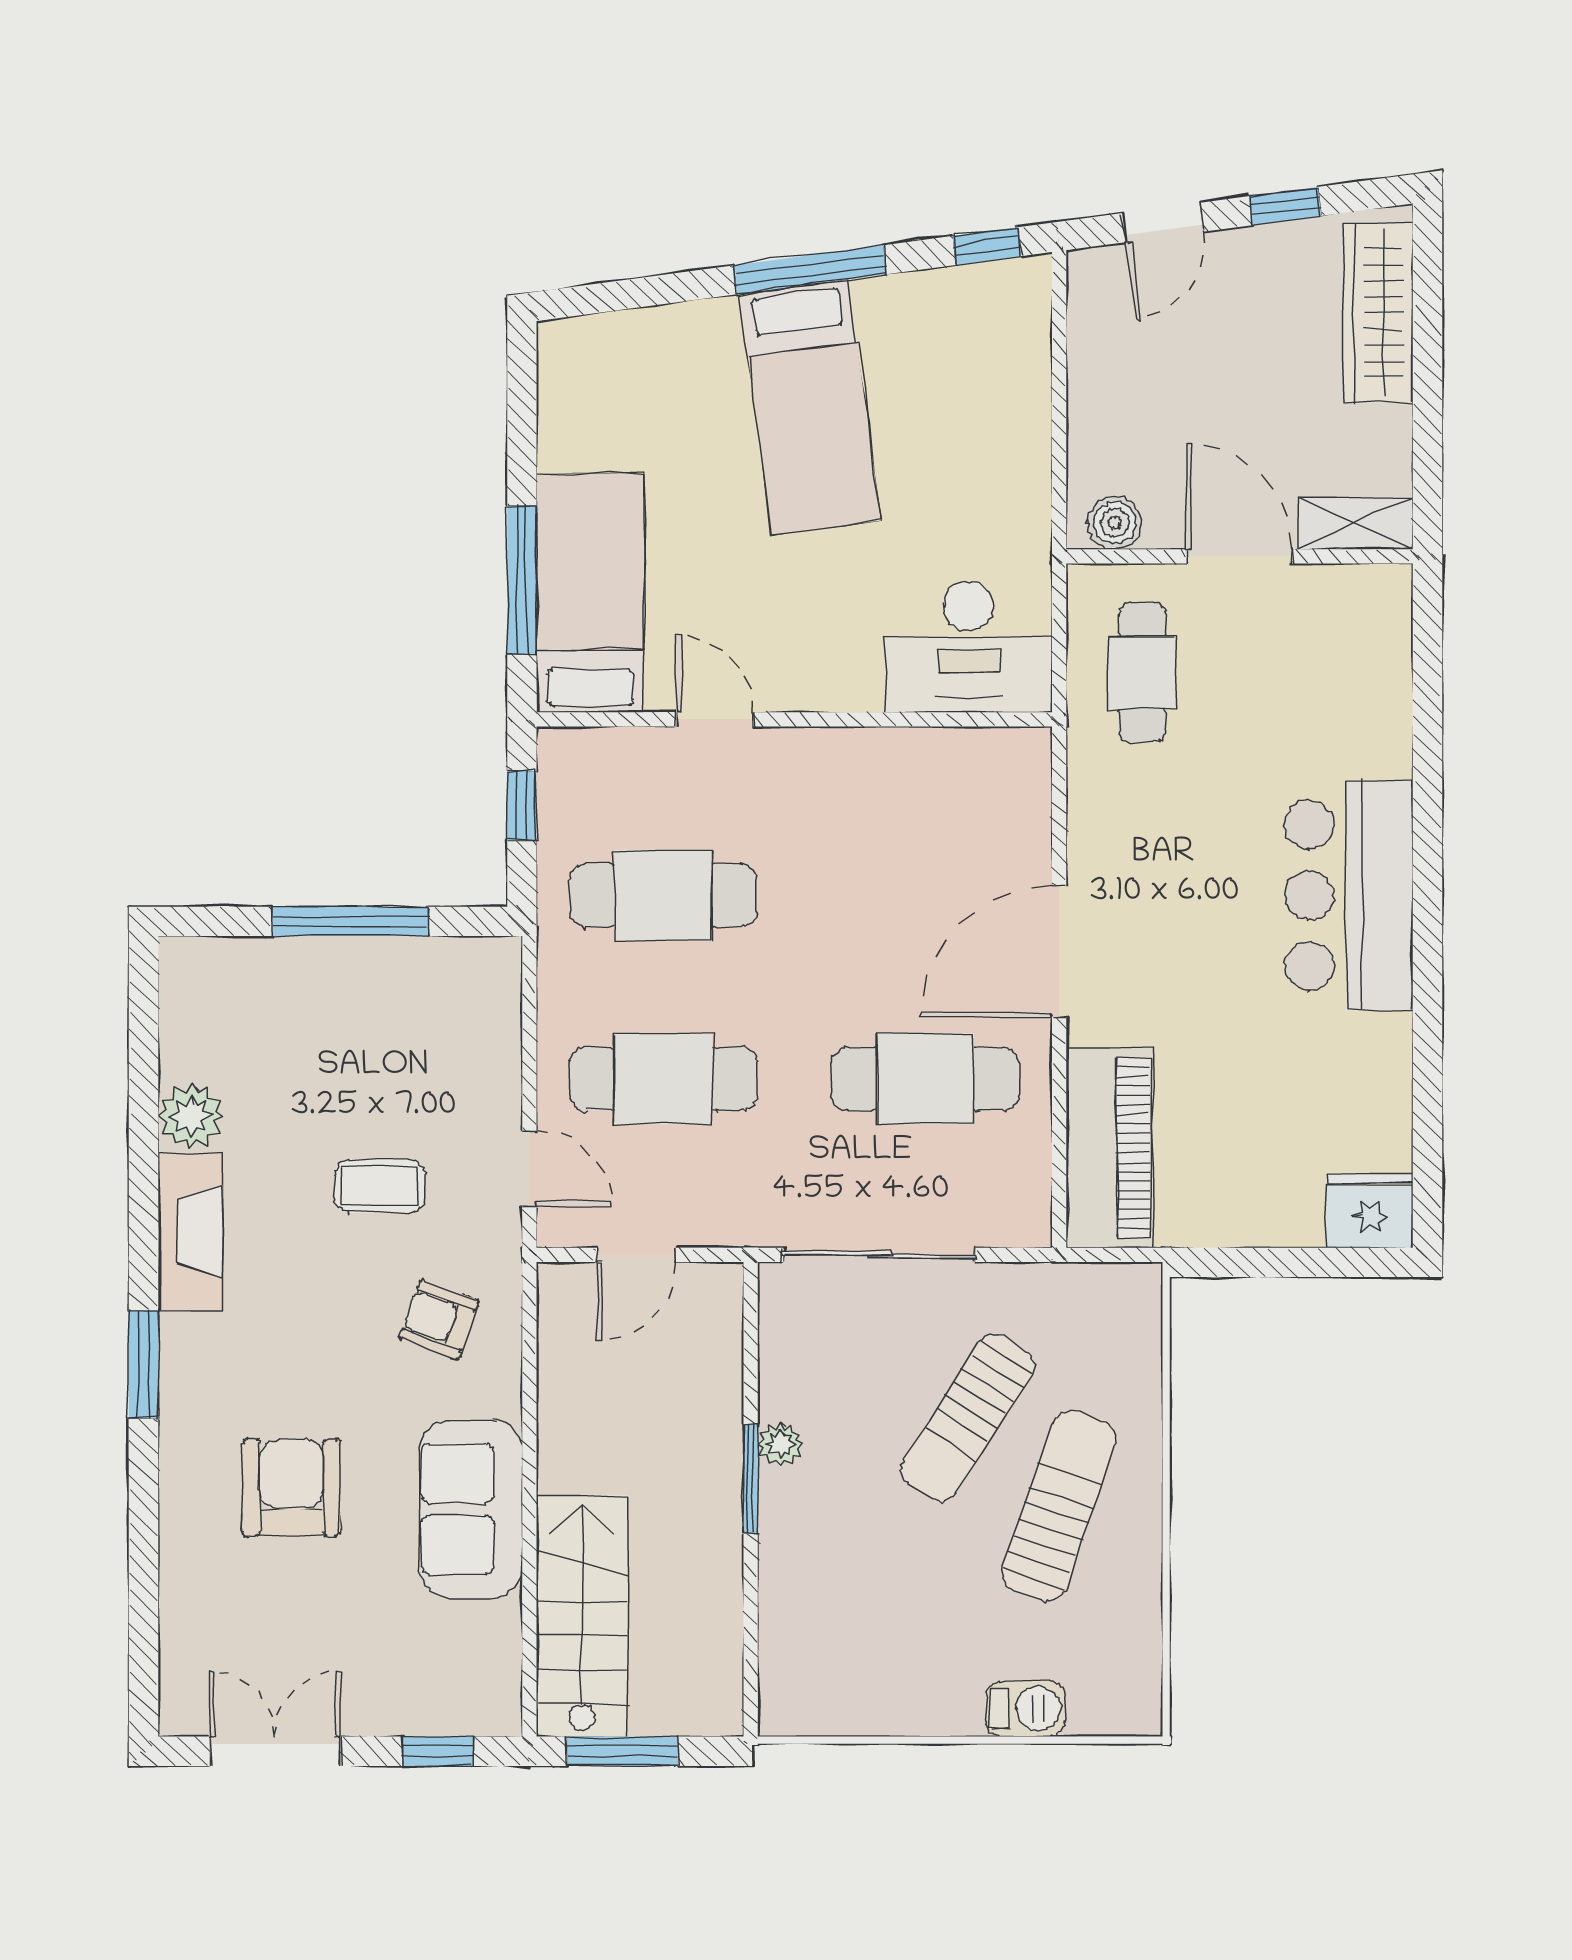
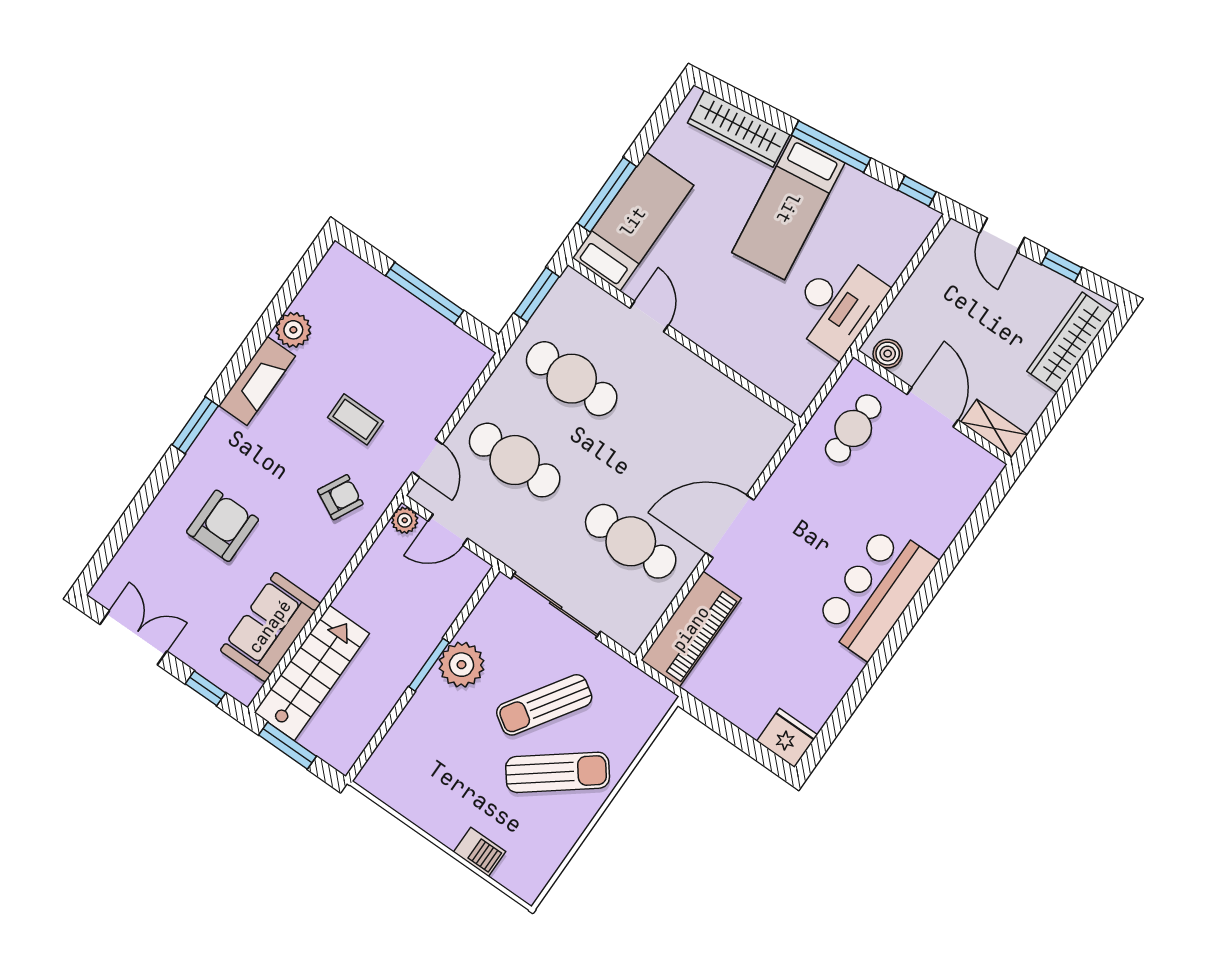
door: (1163, 222) -> (1002, 235), hinge flipped
wardrobe: (651, 340) -> (739, 129), added
desk: (969, 647) -> (837, 305), moved, turned -90
window: (522, 806) -> (537, 295), width x1.50
plant: (561, 1286) -> (405, 520), added
armchair: (439, 1320) -> (340, 497), turned 97
plant: (780, 1444) -> (462, 665), width x1.88, depth x1.88
sun lounger: (1059, 1506) -> (558, 772), turned 33
sofa: (471, 1509) -> (270, 627), moved

